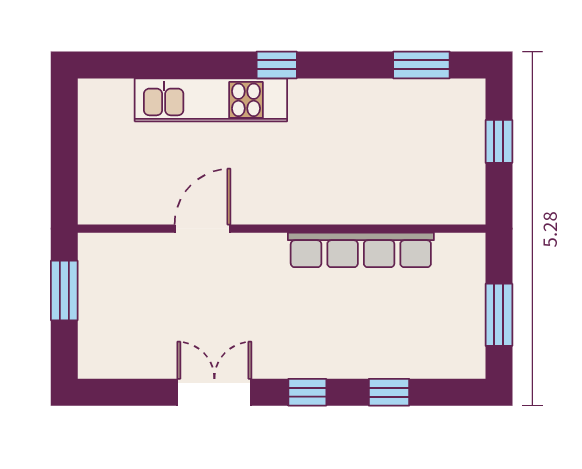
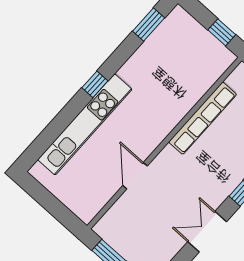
kitchen unit: (211, 100) -> (85, 125), width x1.36
window: (499, 141) -> (222, 32), moved

